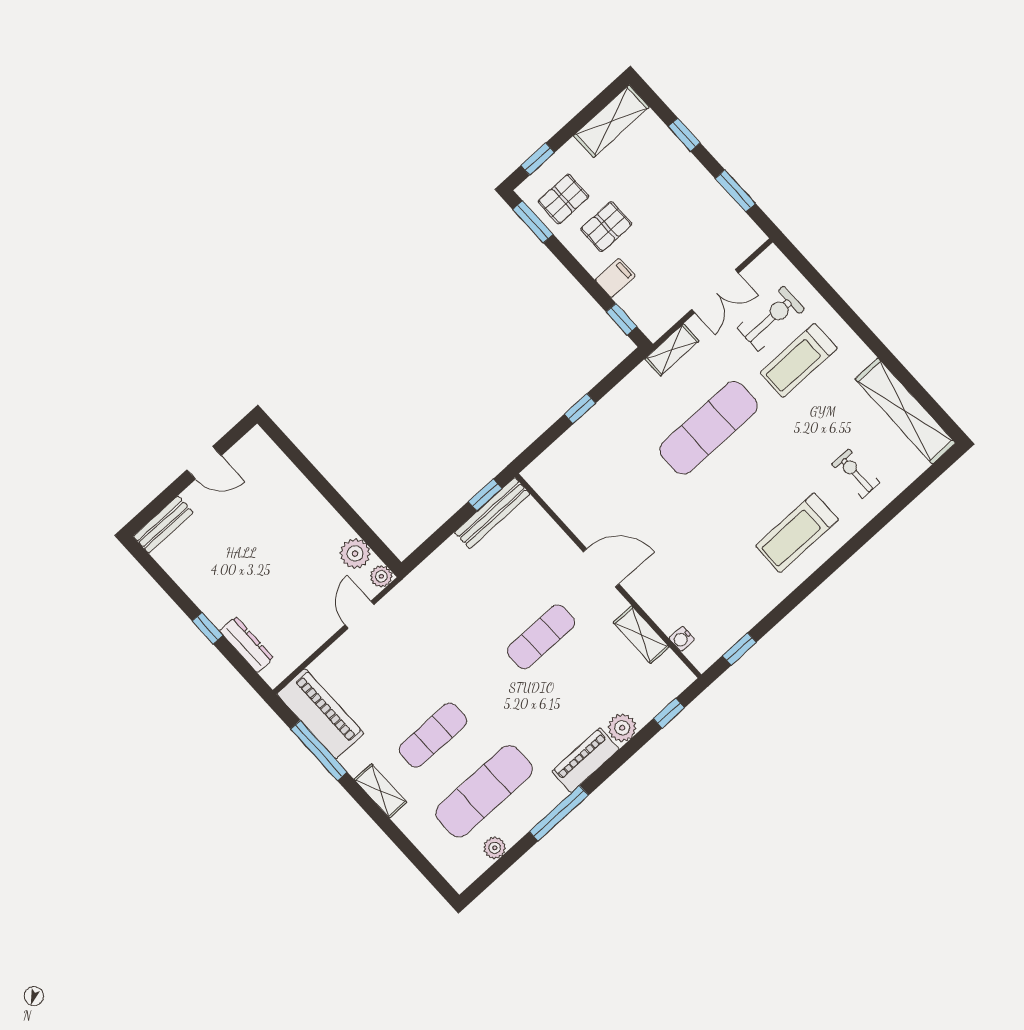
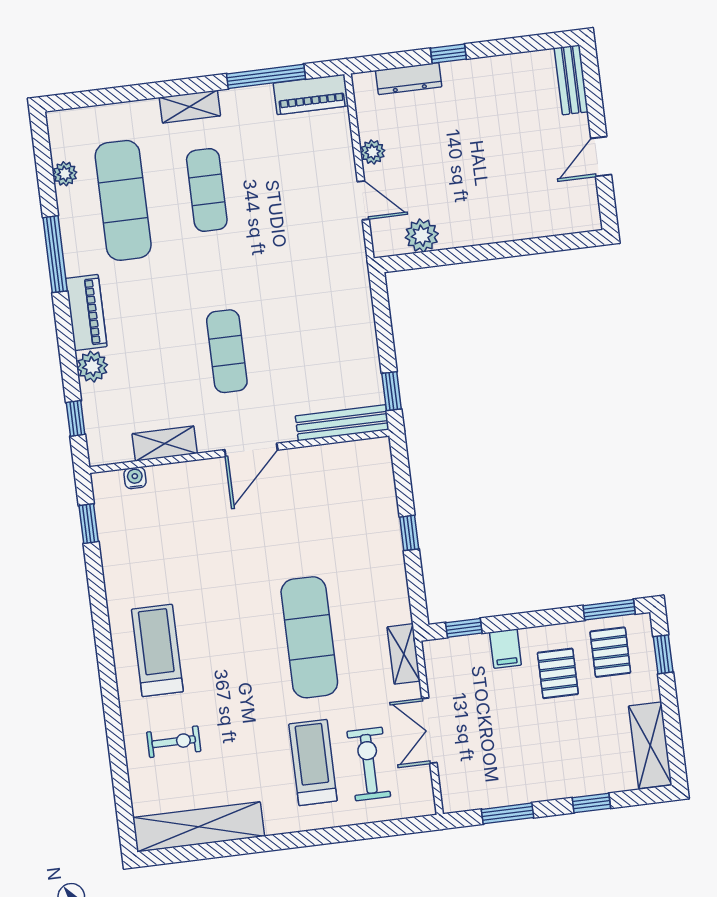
exercise bike: (771, 319) -> (369, 764), turned 180
bench: (492, 513) -> (342, 423), moved, turned 90
plant: (381, 576) -> (373, 152), moved
piano: (320, 714) -> (311, 94), width x0.73, depth x0.75

